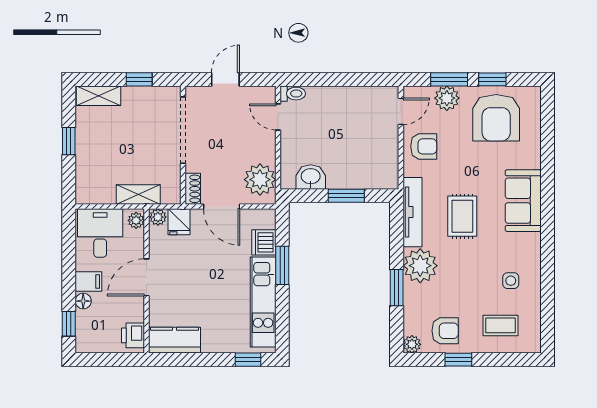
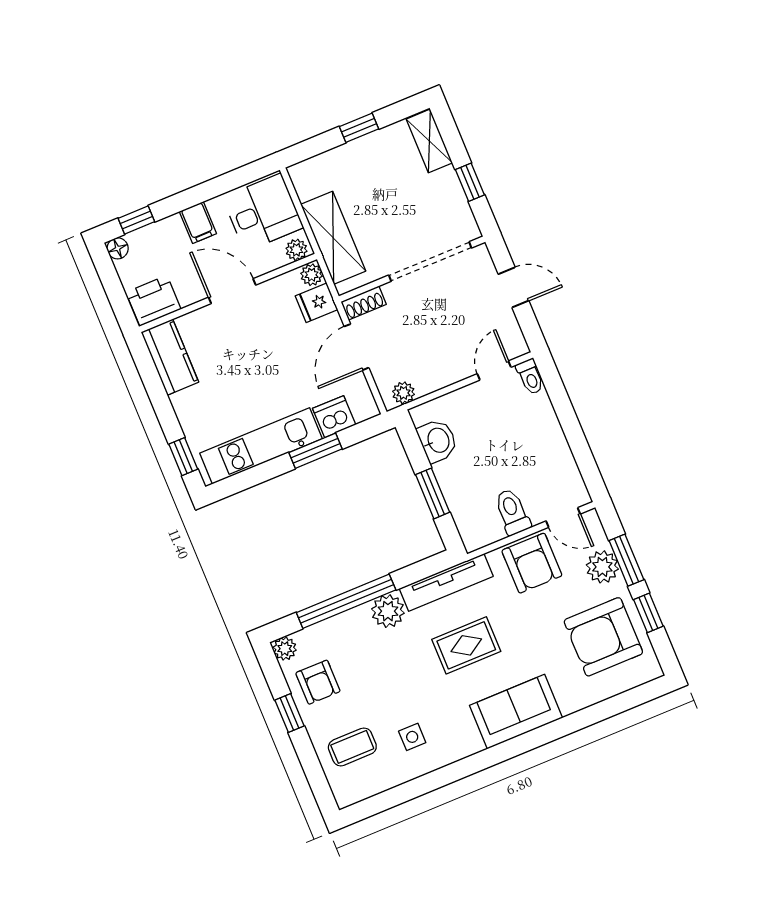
toilet: (382, 145) -> (512, 512), added
armchair: (424, 146) -> (532, 563), width x1.38, depth x1.38
plant: (260, 180) -> (404, 393), width x0.53, depth x0.53
shelving: (138, 195) -> (333, 238), width x1.50, depth x1.33
plant: (420, 266) -> (388, 611), width x0.73, depth x0.73
window: (397, 288) -> (346, 601), width x2.11
floor lamp: (83, 301) -> (118, 248), moved
coffee table: (500, 325) -> (352, 747), turned 90
printer: (133, 335) -> (153, 301), width x1.36, depth x1.24

